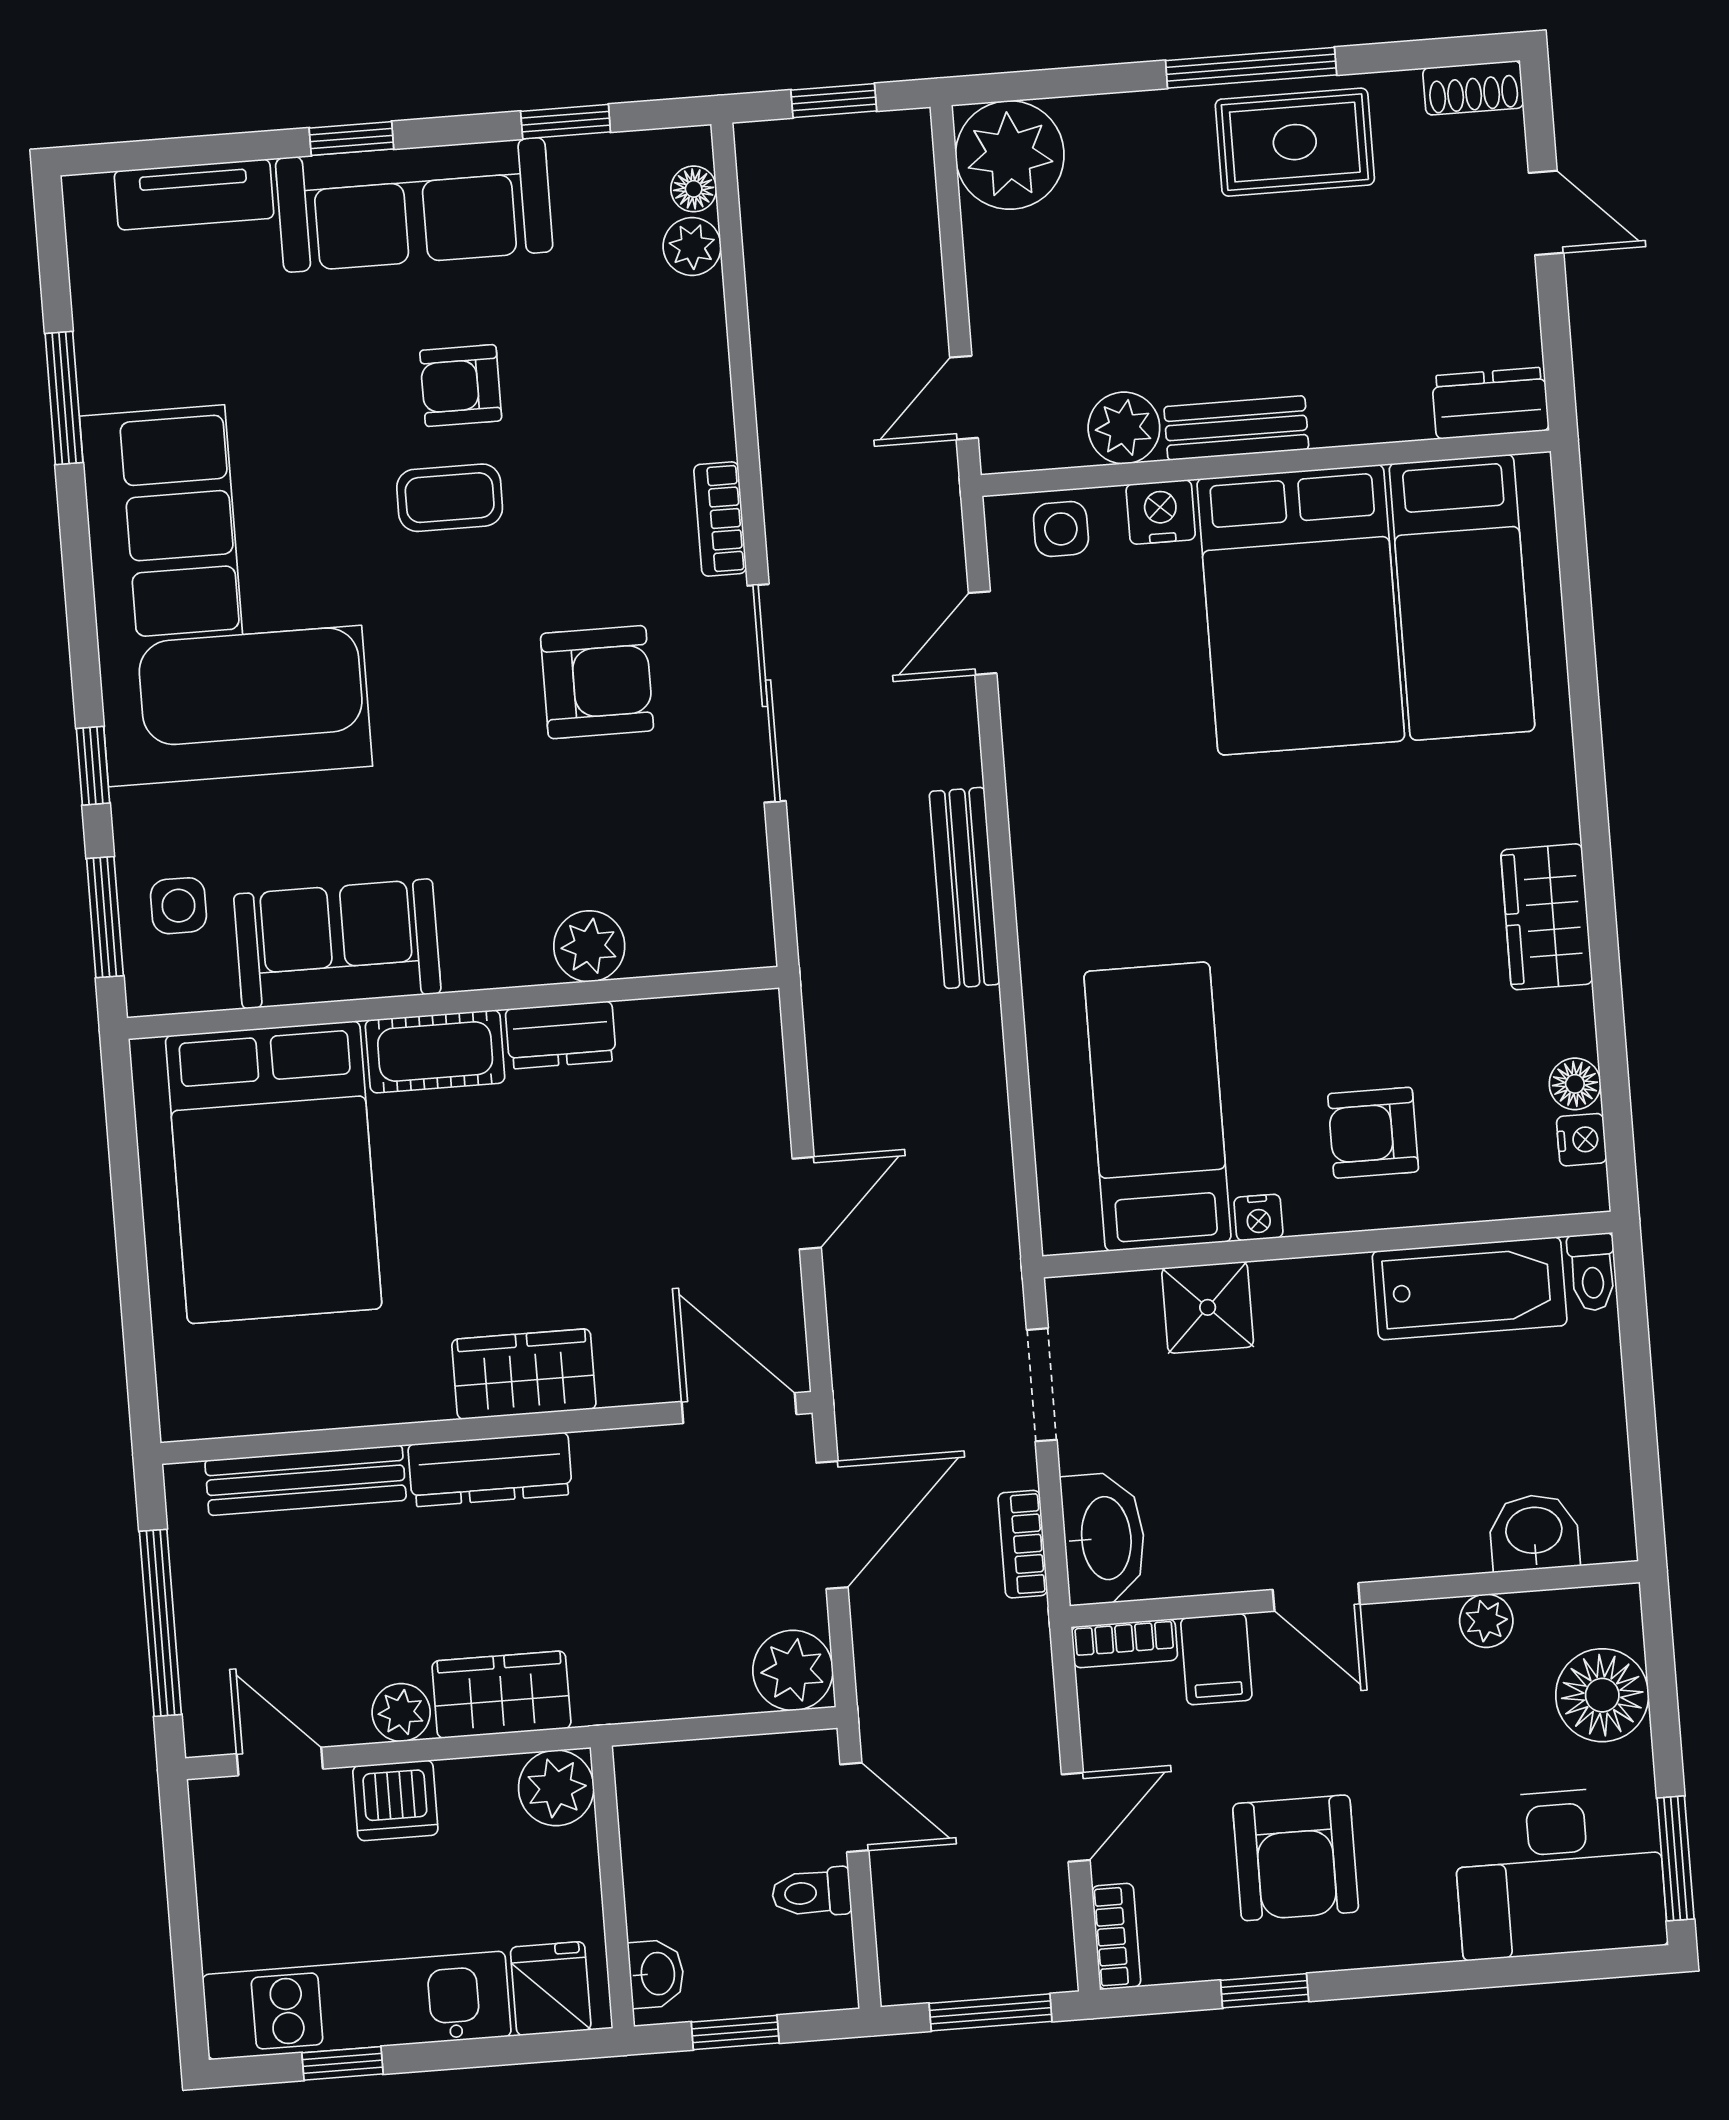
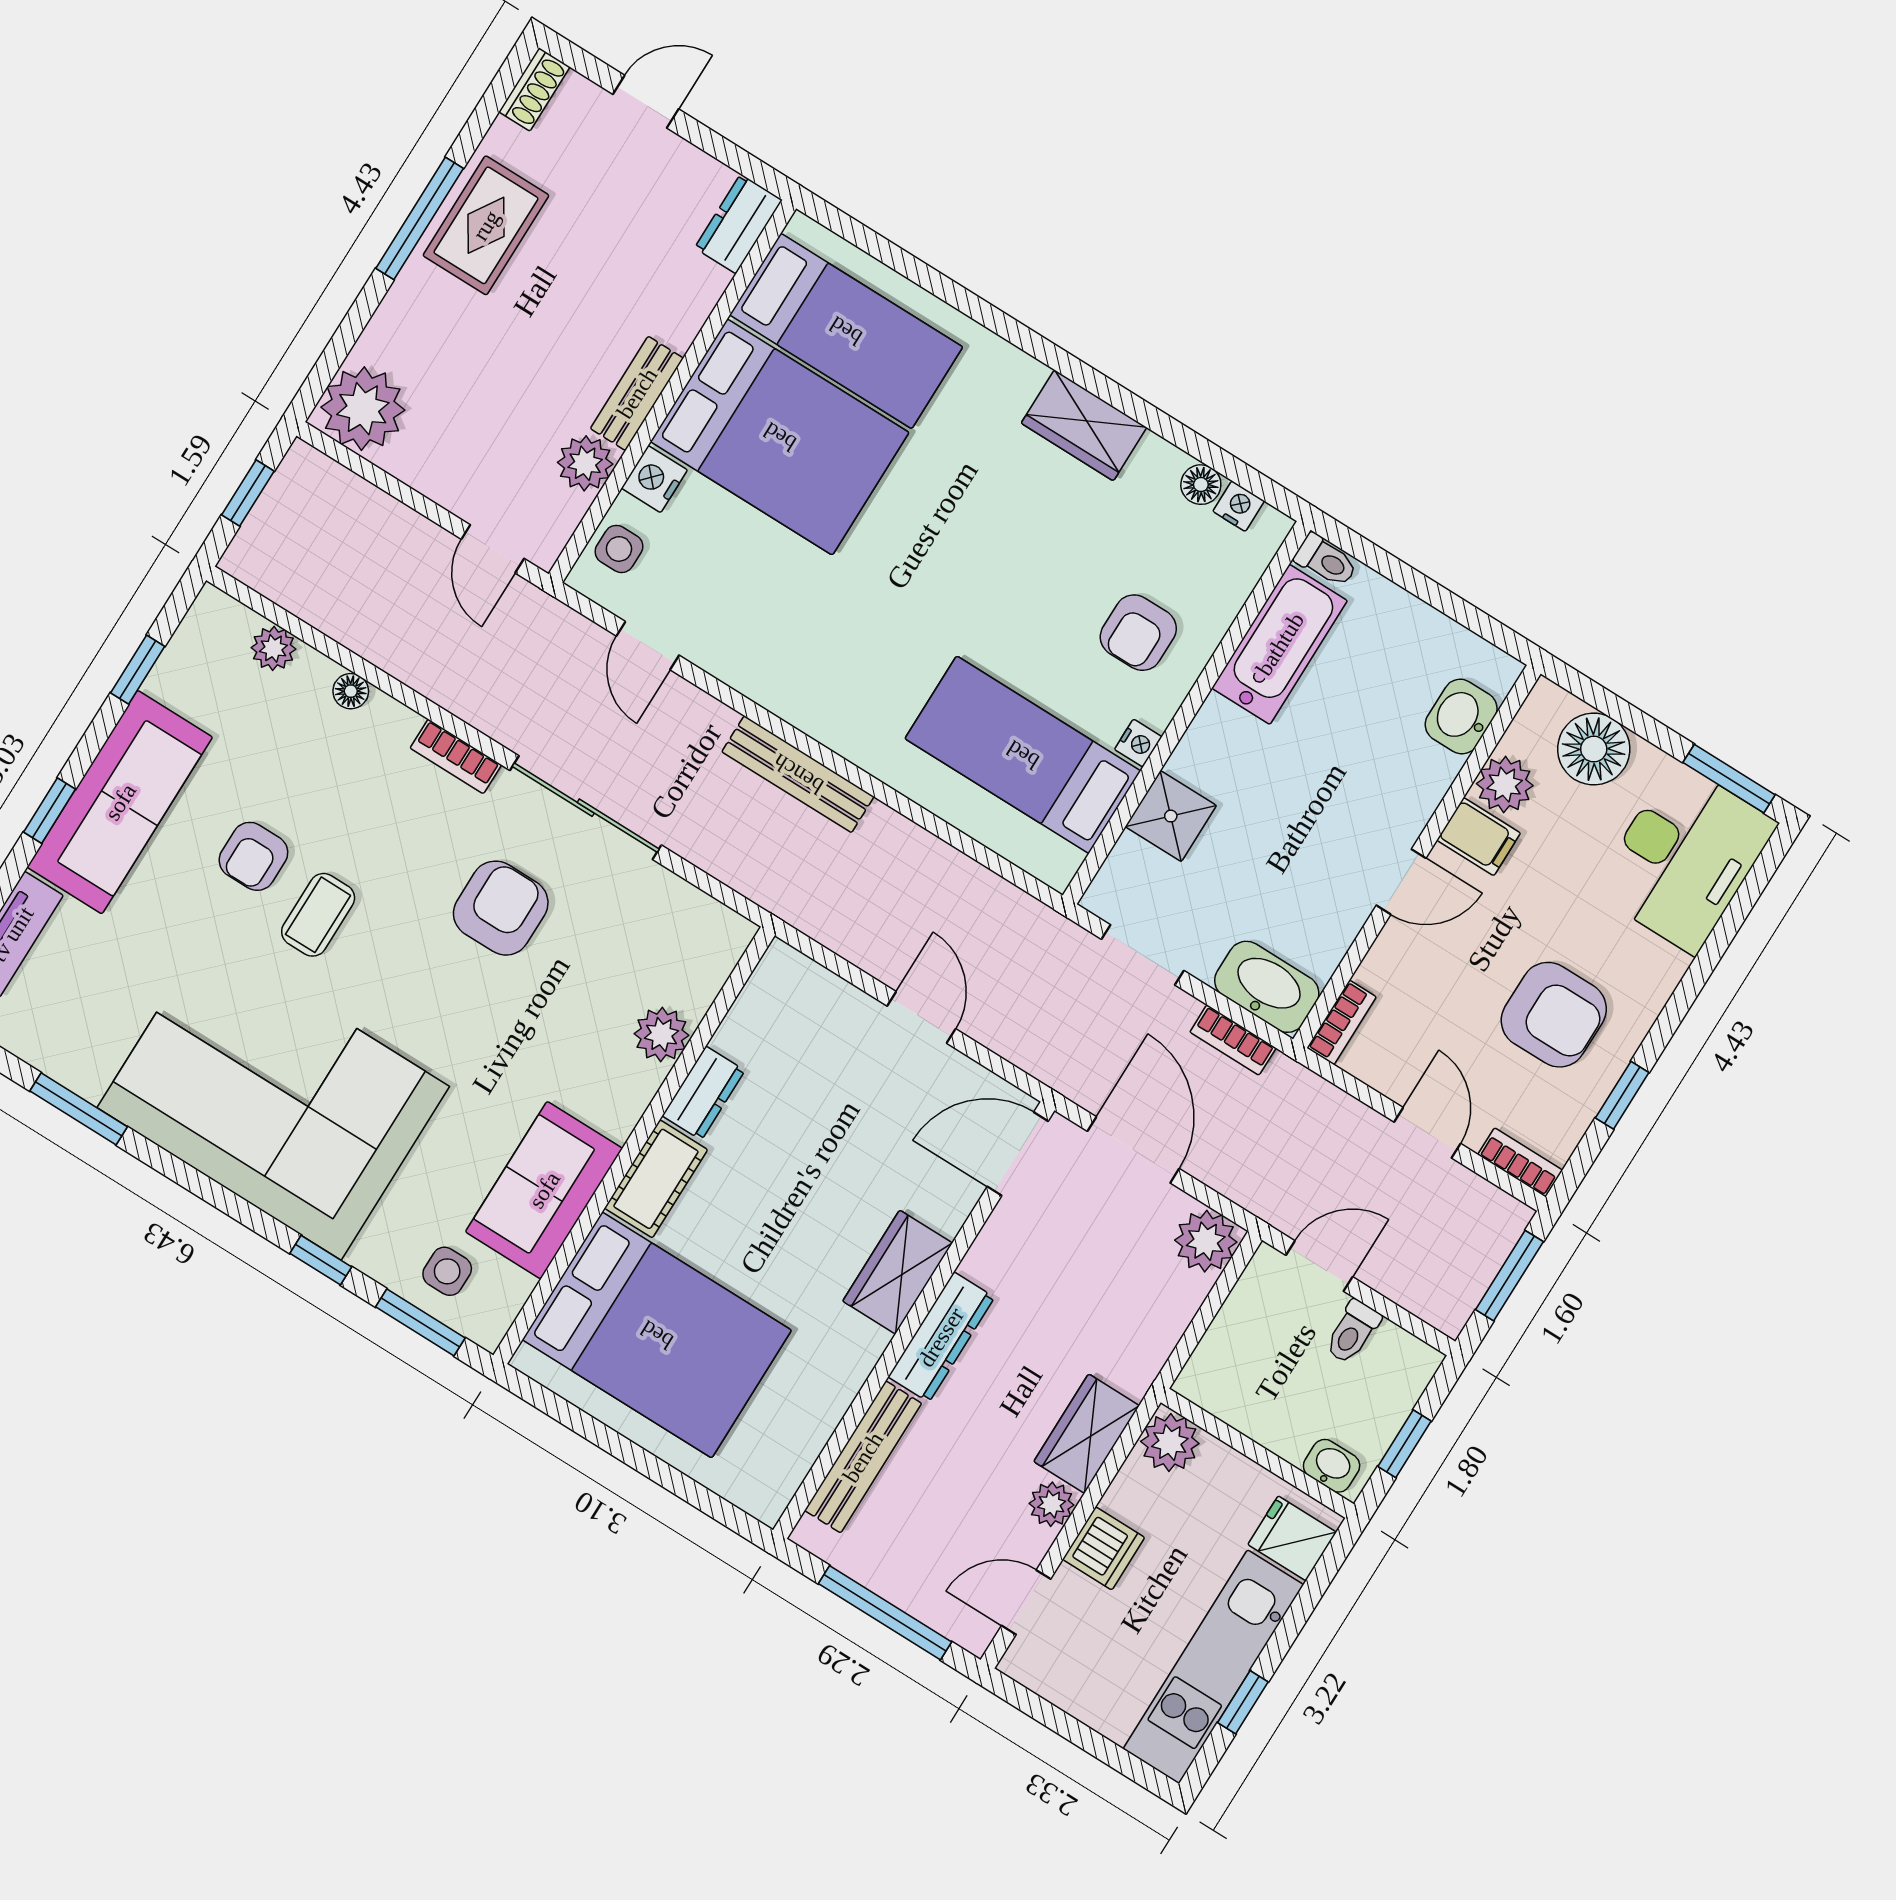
floor lamp: (694, 189) -> (351, 691), moved
plant: (1486, 1621) -> (1505, 785), width x1.38, depth x1.38
filing cabinet: (1216, 1659) -> (1479, 837), moved

